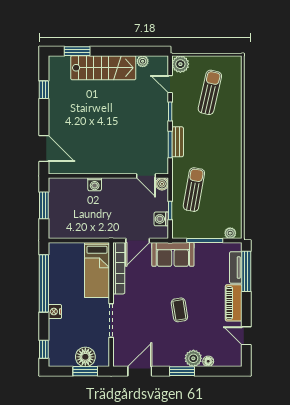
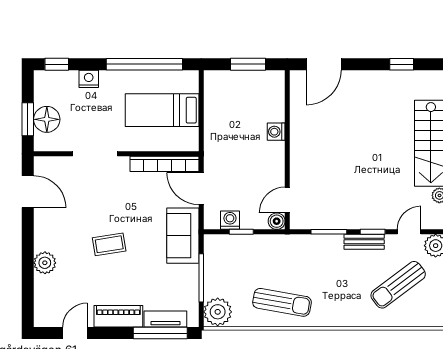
sun lounger: (210, 92) -> (398, 285), turned 130
bench: (178, 142) -> (364, 242), moved
sun lounger: (194, 190) -> (282, 302), moved
plant: (230, 233) -> (218, 312), width x1.88, depth x1.88
bed: (97, 270) -> (162, 110), moved
nightstand: (55, 312) -> (89, 79), moved
floor lamp: (208, 361) -> (41, 283), removed
window: (182, 371) -> (28, 248), removed

